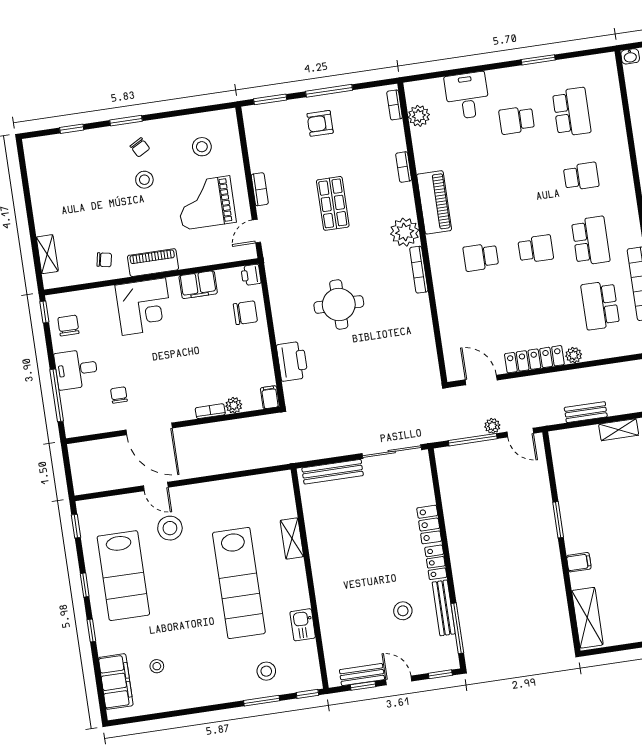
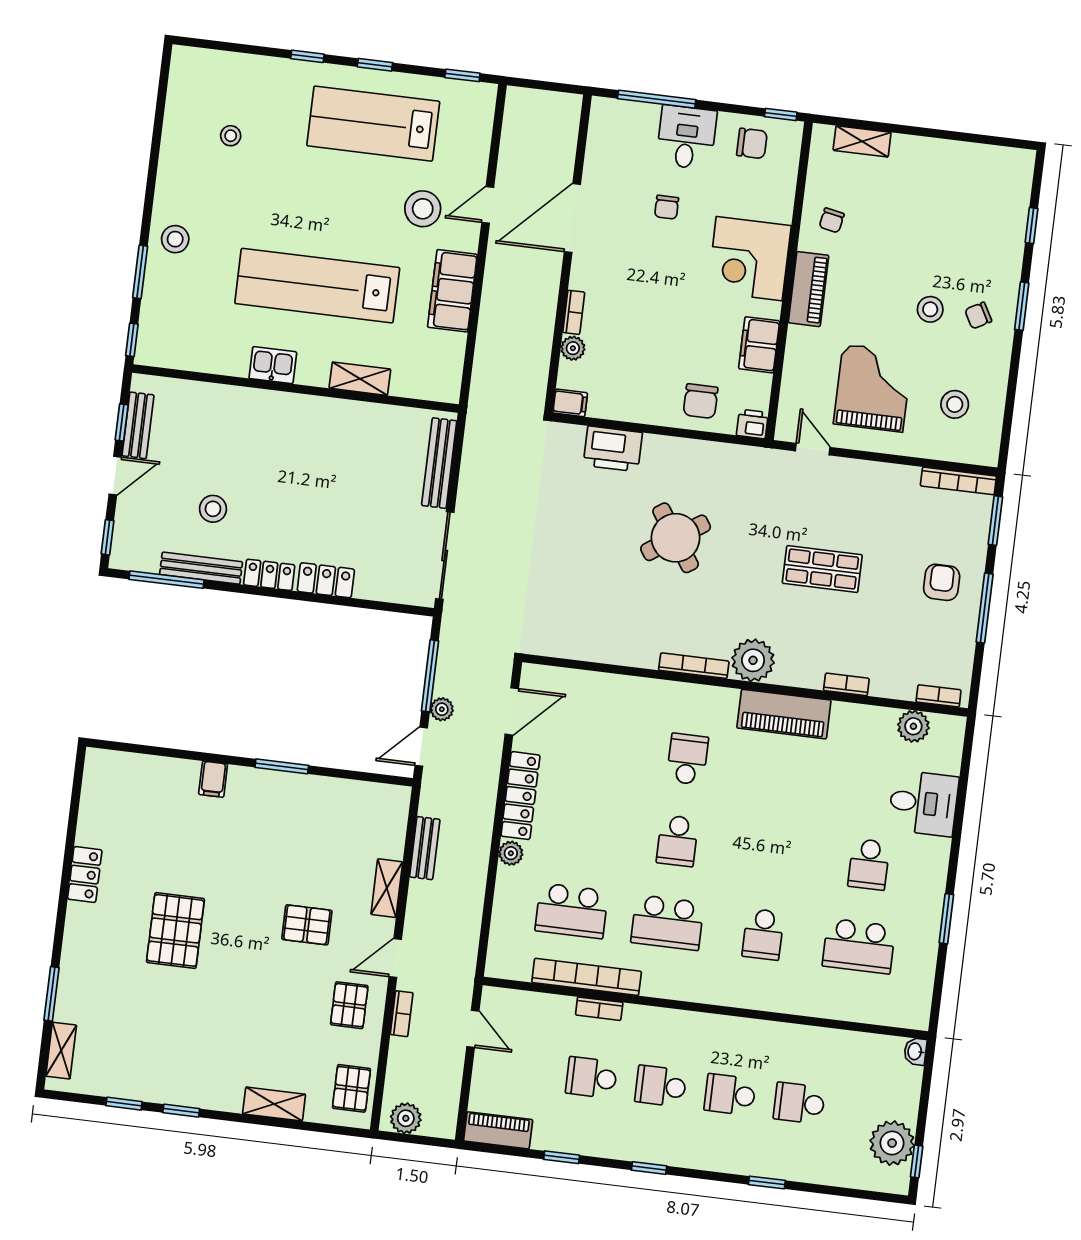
school desk: (517, 120) -> (869, 864), turned 180
bookcase: (260, 189) -> (958, 481), moved, width x1.56
round table: (339, 304) -> (676, 538), turned -34
school desk: (600, 305) -> (572, 911), turned 180
chair: (119, 395) -> (667, 207), moved, turned 90
shelving: (587, 618) -> (131, 770), removed
kitchen sink: (303, 625) -> (273, 365), moved
stool: (266, 671) -> (175, 239), moved
filing cabinet: (116, 682) -> (452, 291), moved, turned 90

